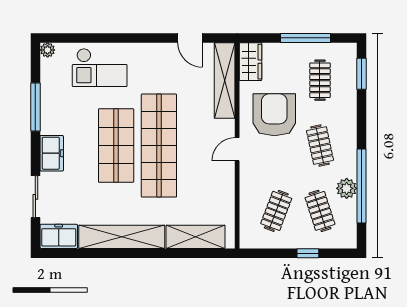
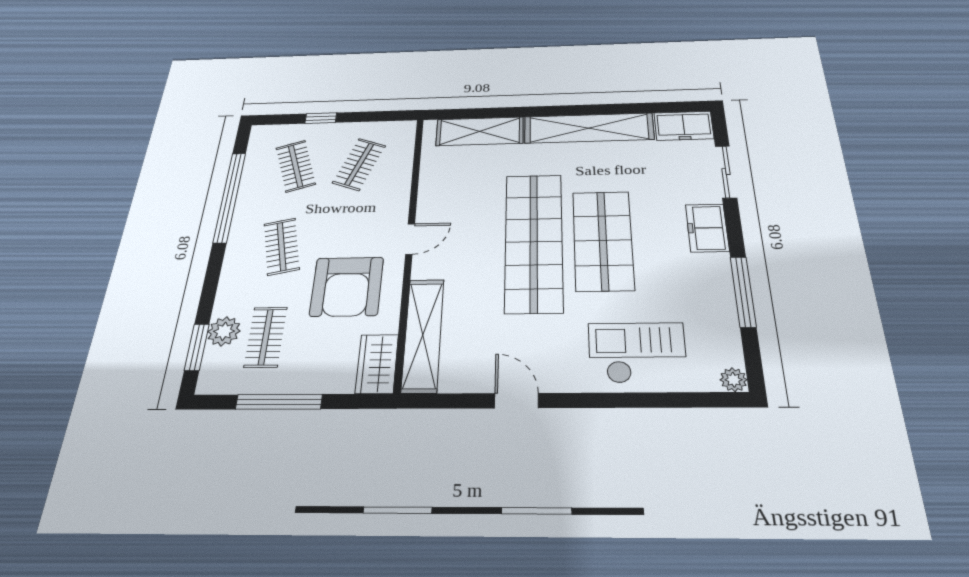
door: (190, 38) -> (516, 401), moved
plant: (347, 188) -> (224, 331), moved

